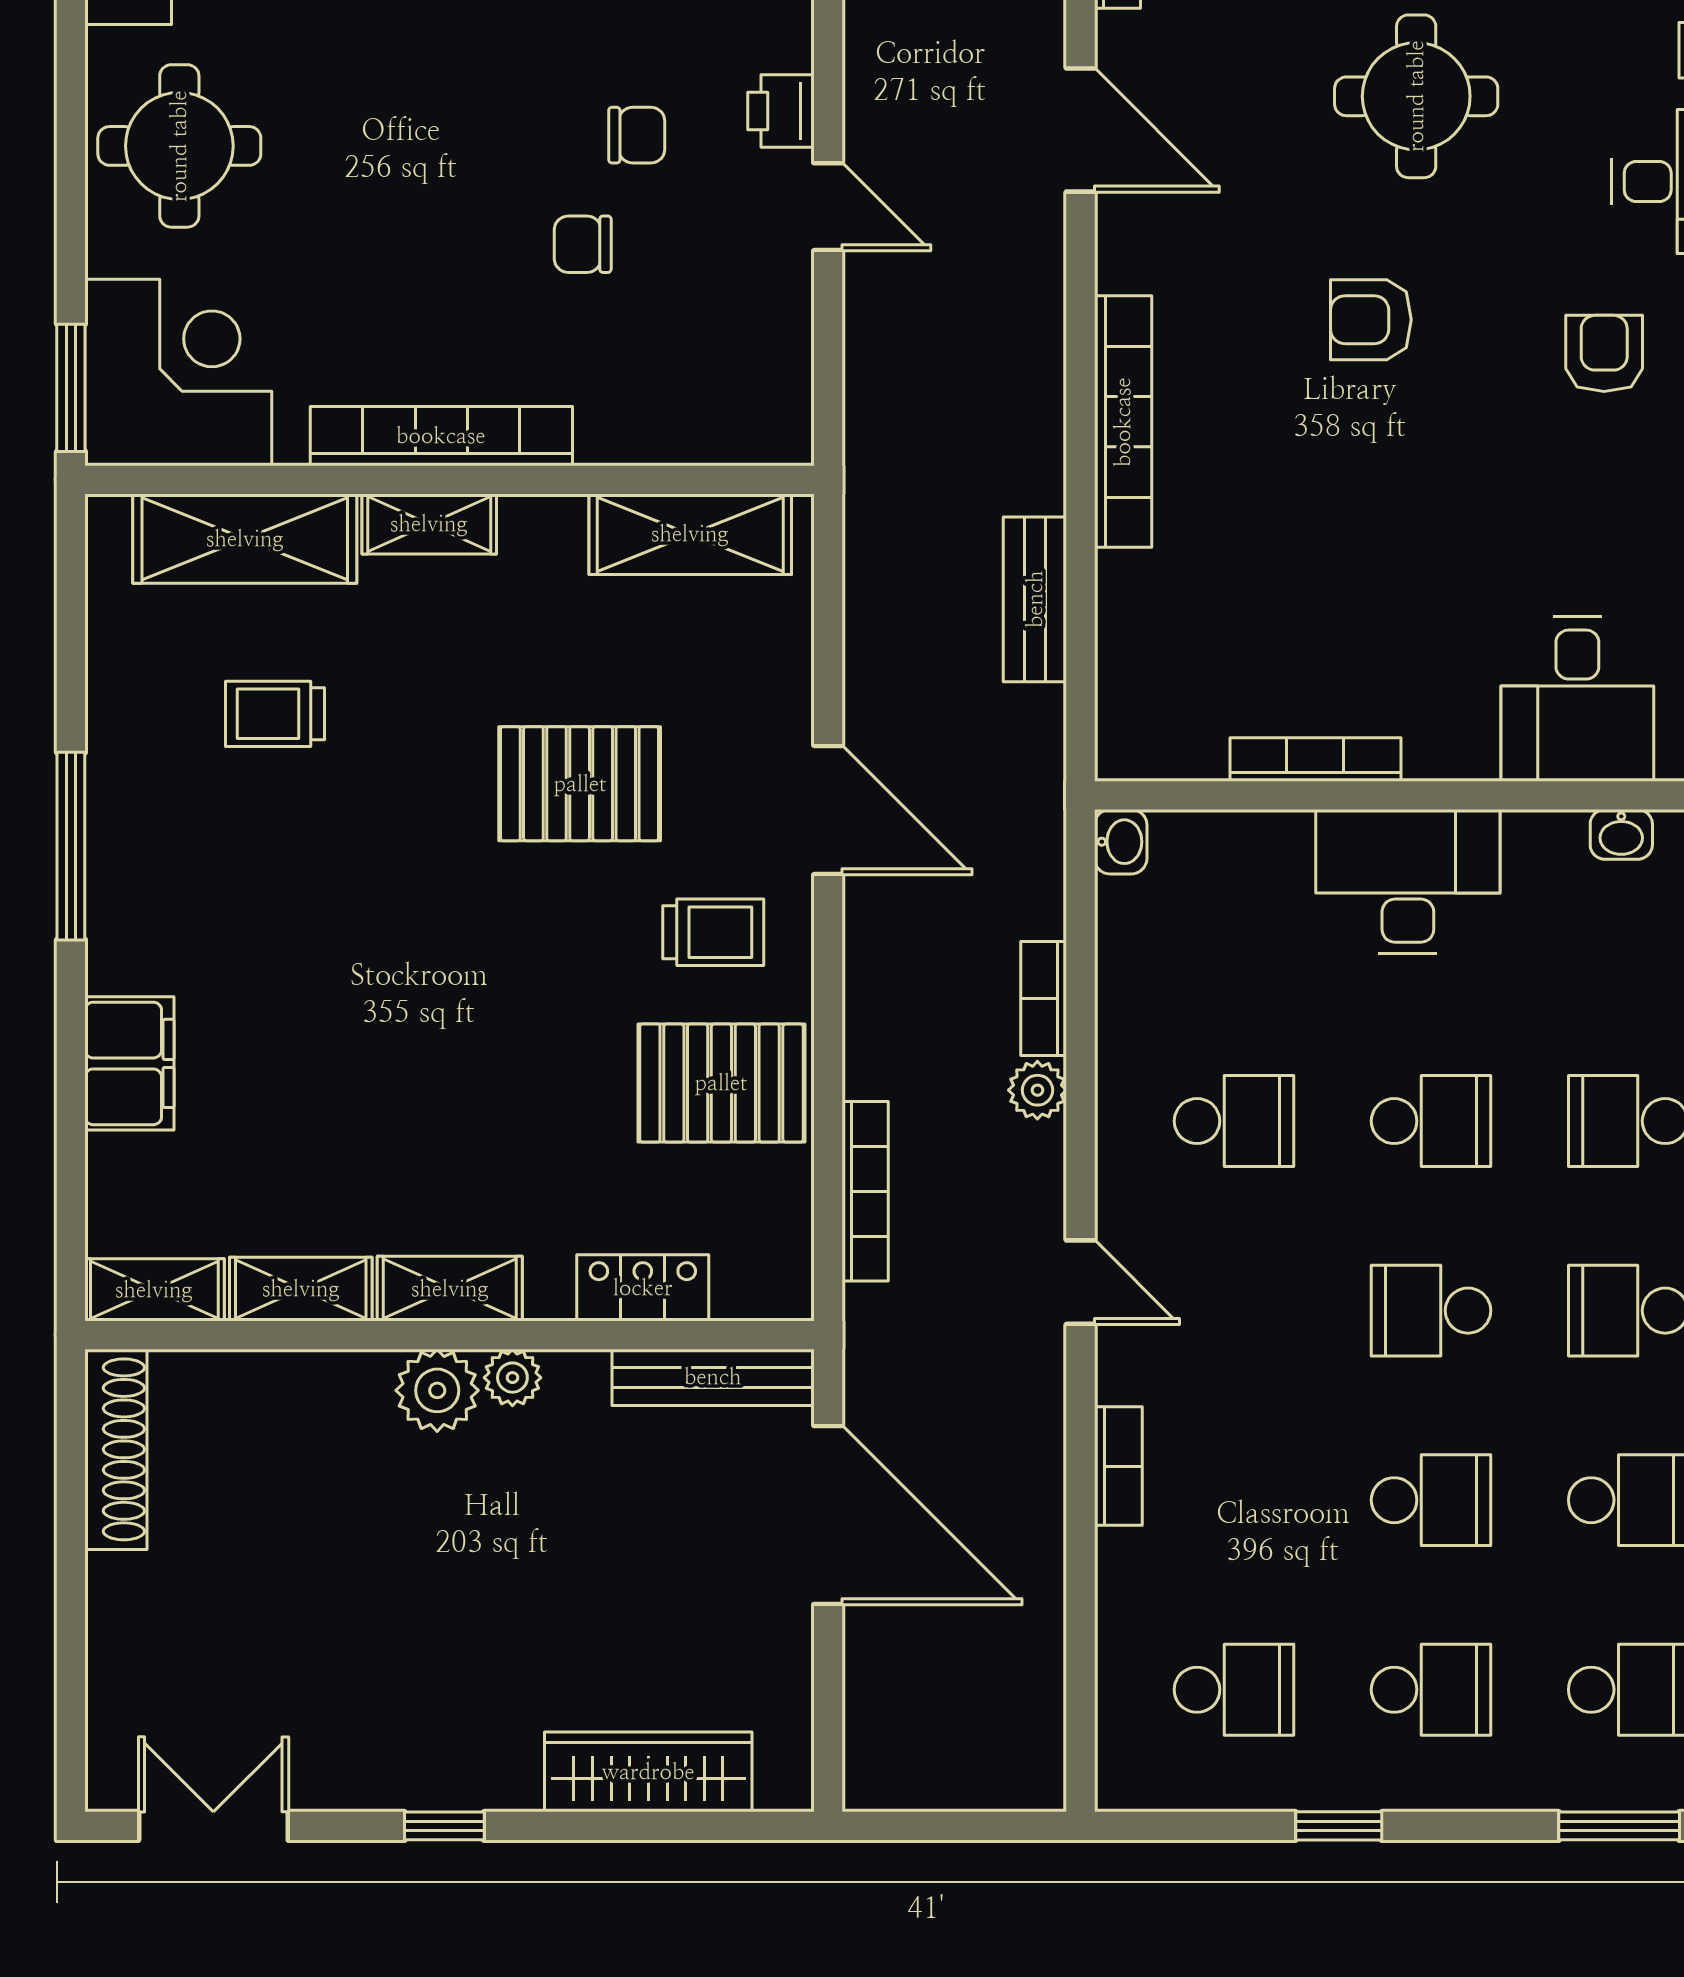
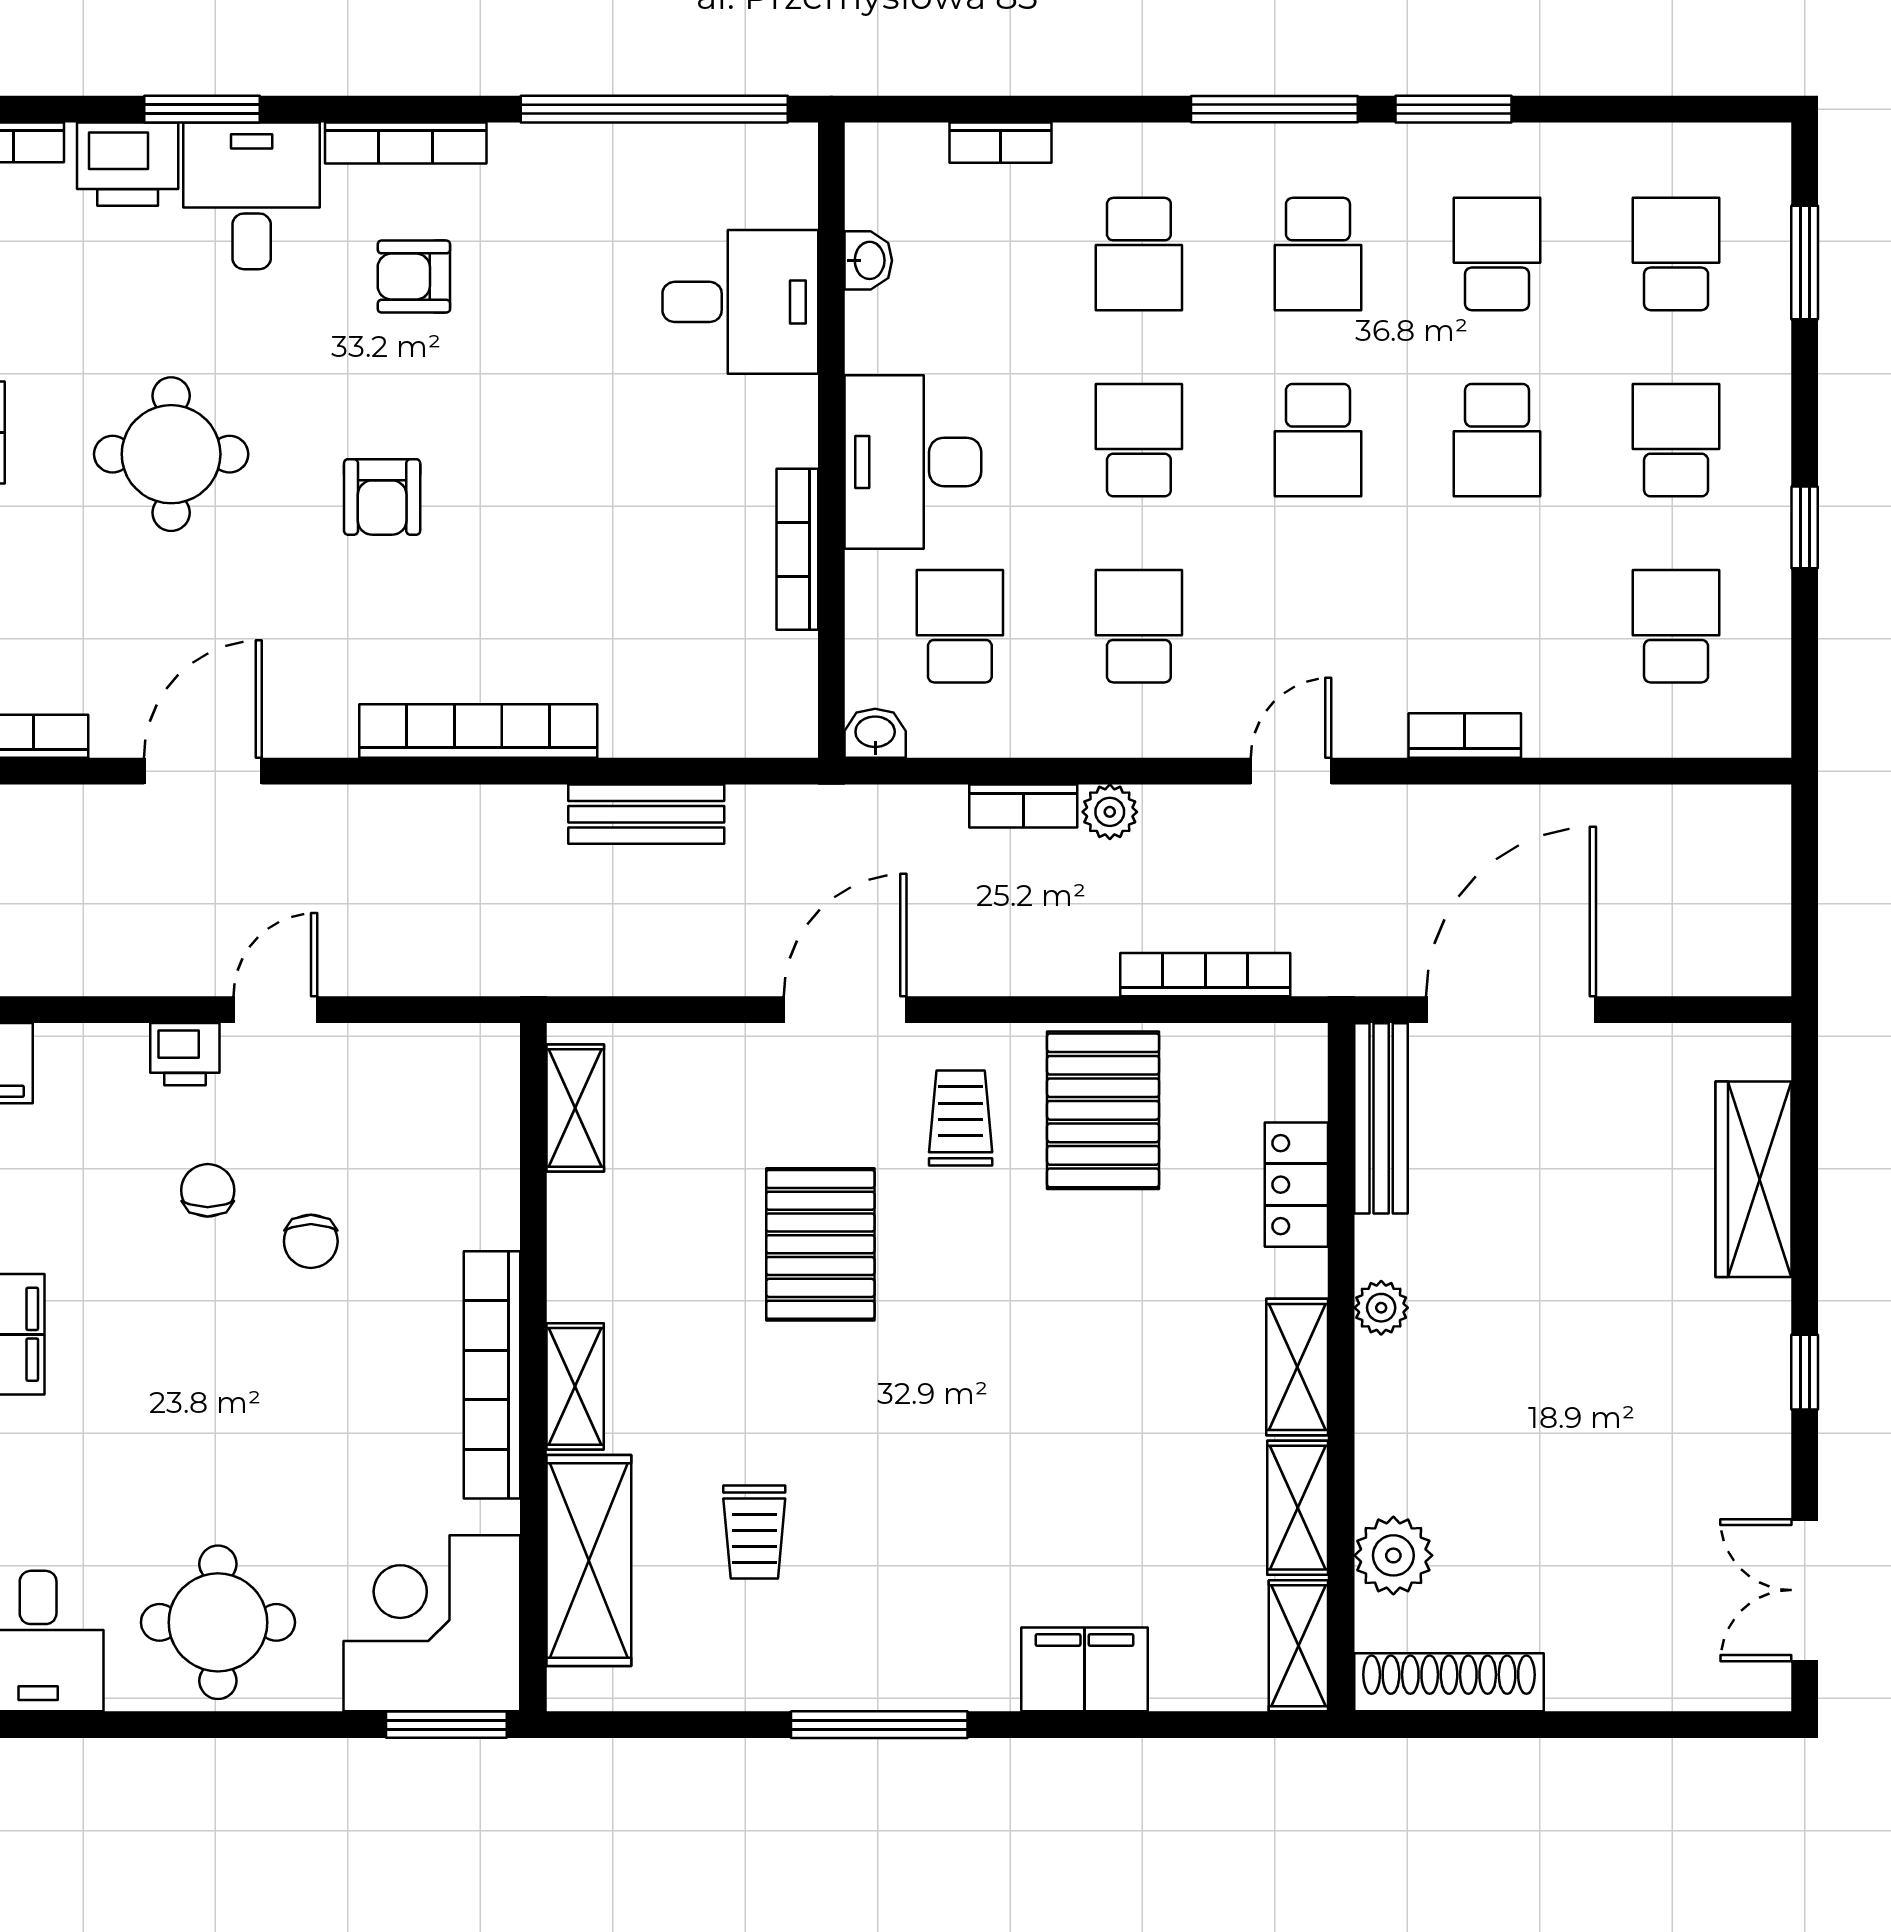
shelving: (690, 534) -> (575, 1108), width x0.67, depth x0.75
school desk: (1234, 931) -> (960, 626), added
plant: (437, 1390) -> (1393, 1555), moved
school desk: (1431, 1500) -> (1497, 440), turned 180

